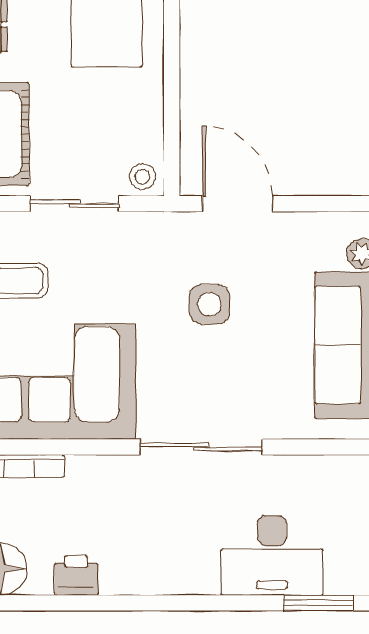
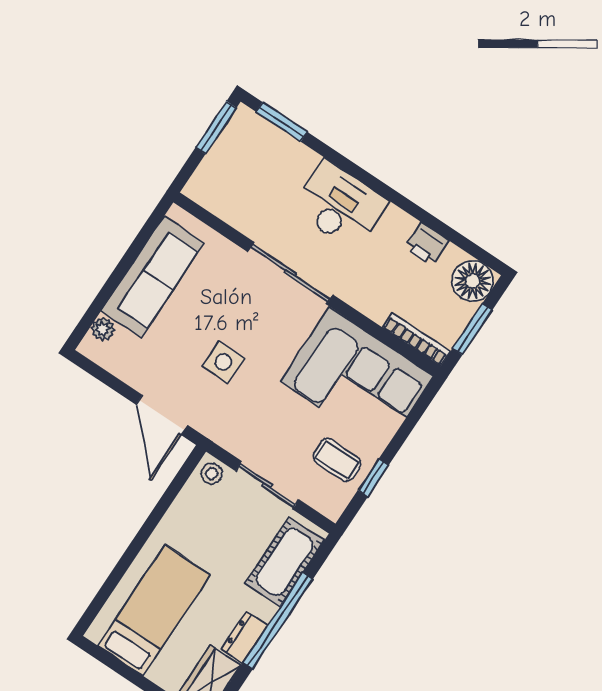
desk: (272, 555) -> (340, 205), moved

